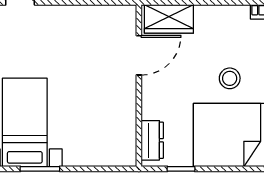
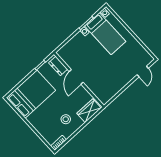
door: (139, 55) -> (76, 77), moved
stool: (230, 78) -> (66, 119), moved

